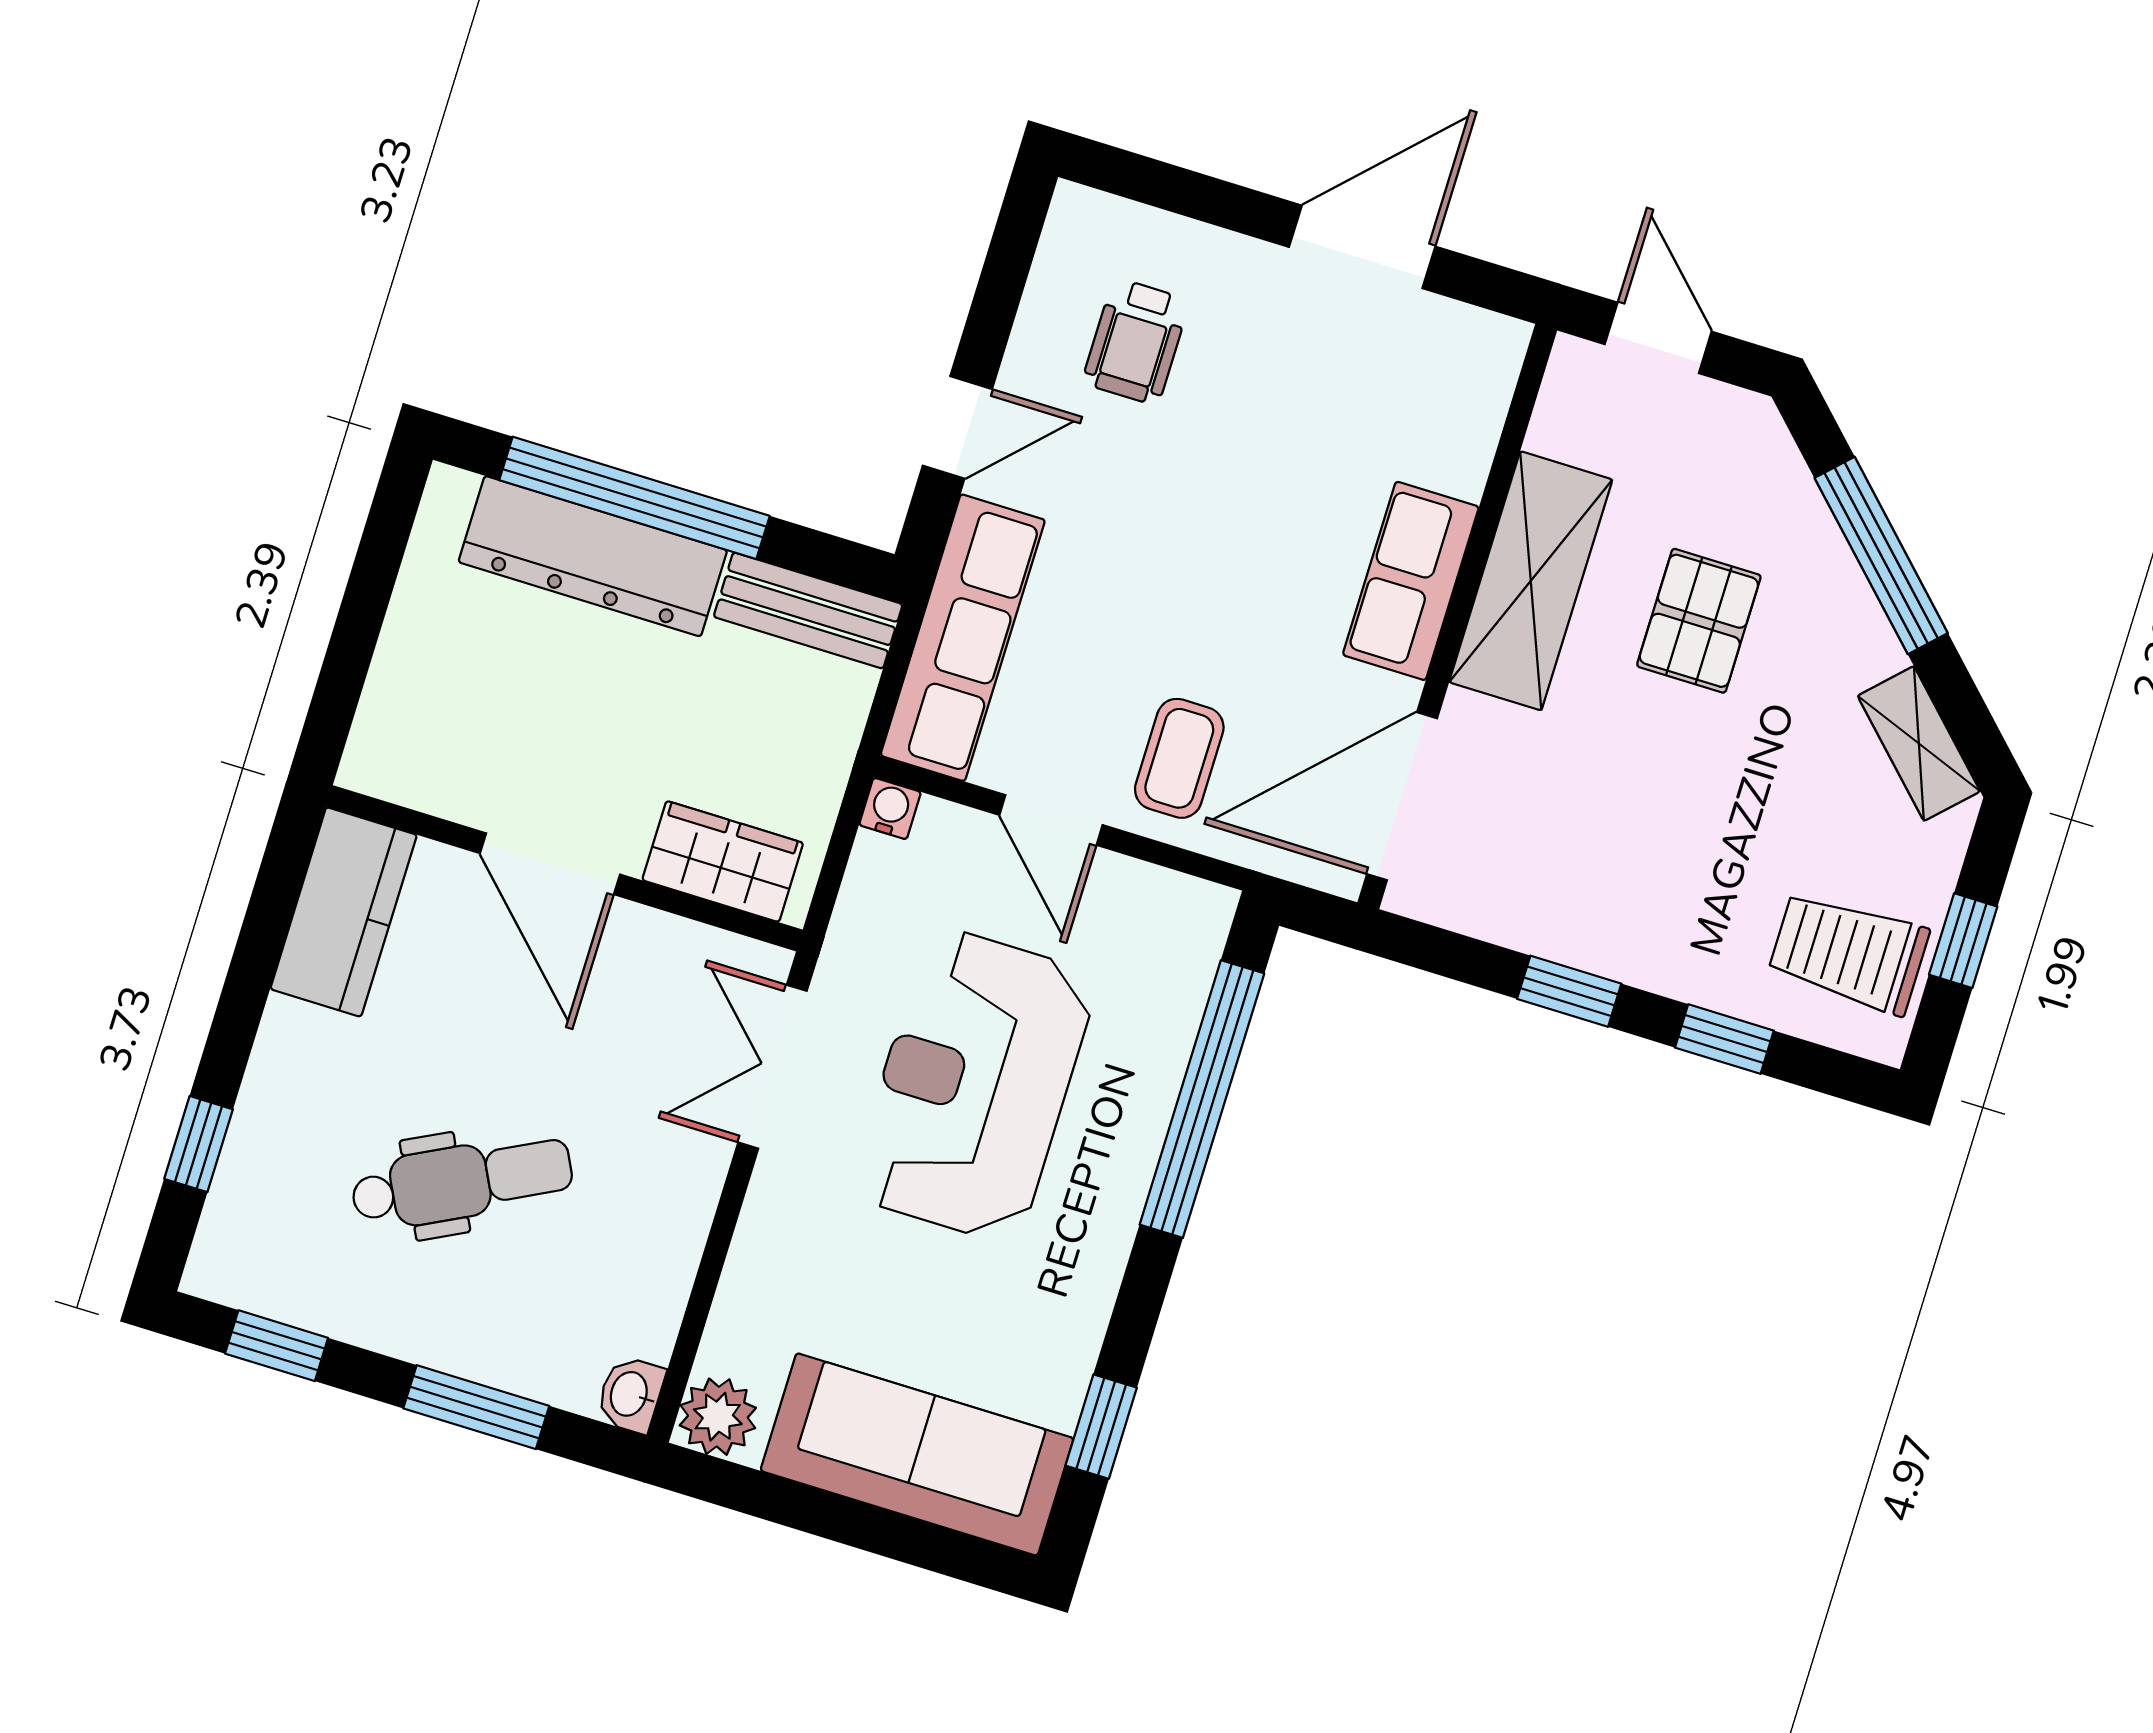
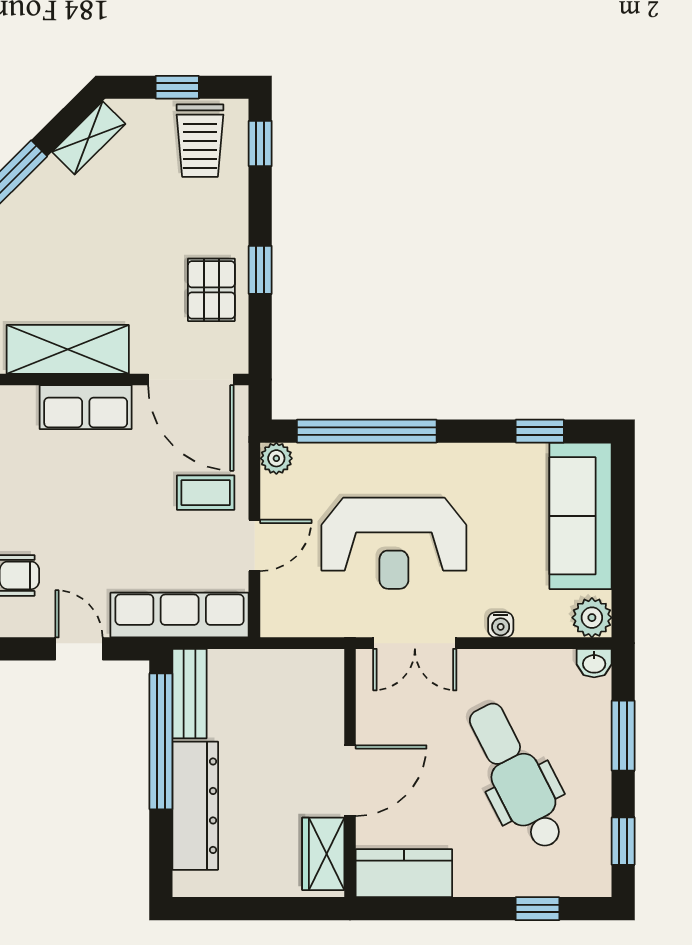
window: (634, 498) -> (161, 741), moved
pallet: (1699, 621) -> (211, 290), moved, turned 90
water cooler: (890, 808) -> (501, 625), moved, turned -90
wardrobe: (723, 861) -> (323, 854), moved
plant: (1203, 912) -> (276, 458), added
window: (1724, 1039) -> (260, 144), moved
dental chair: (462, 1182) -> (516, 776), width x1.36, depth x1.38

